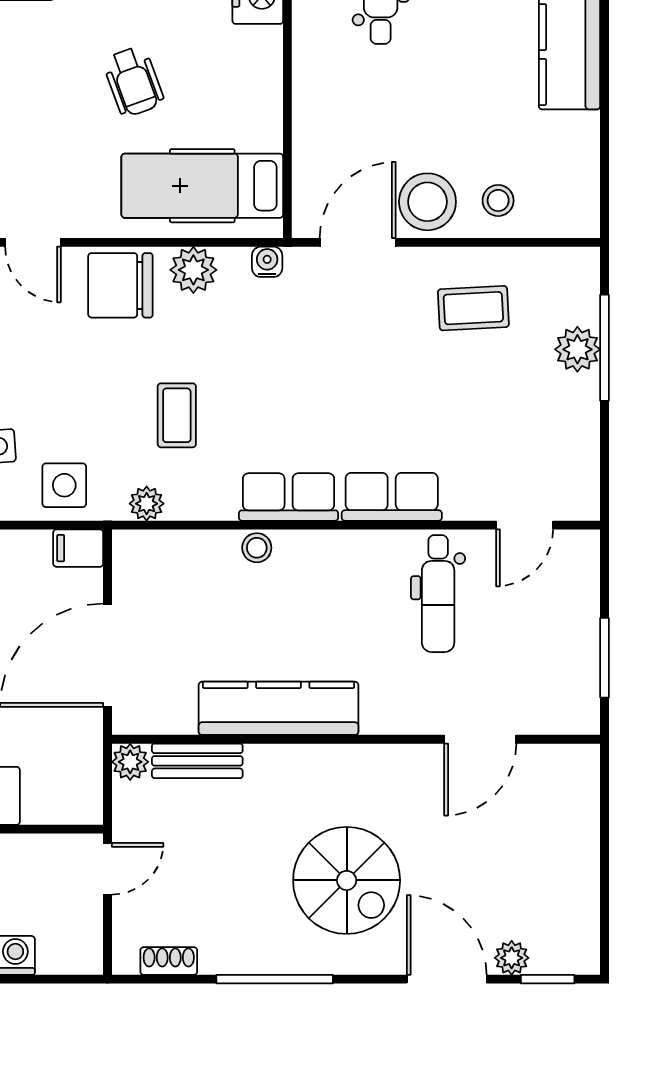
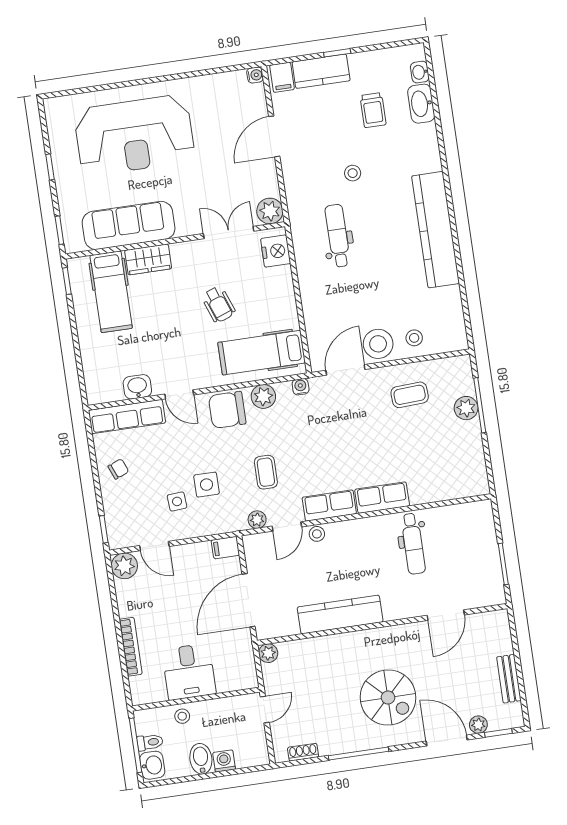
side table: (64, 485) -> (207, 485), moved
door: (525, 525) -> (287, 526), moved
bench: (197, 761) -> (509, 679), moved, turned 90

